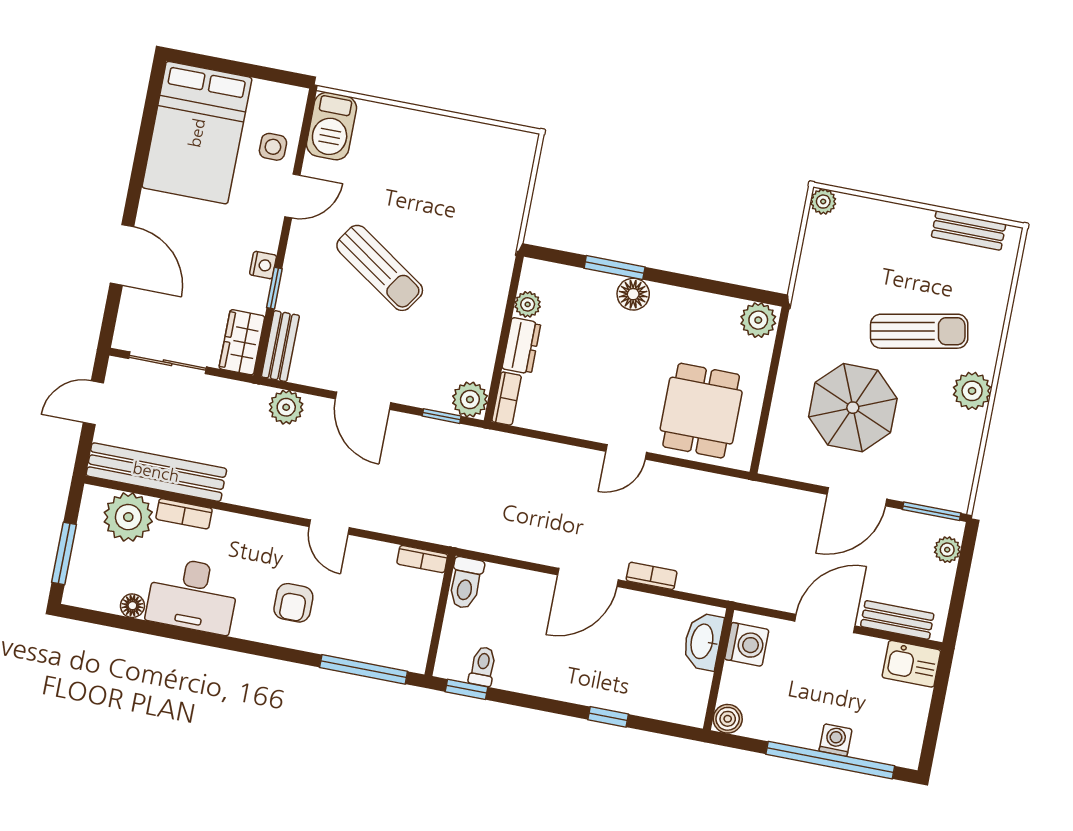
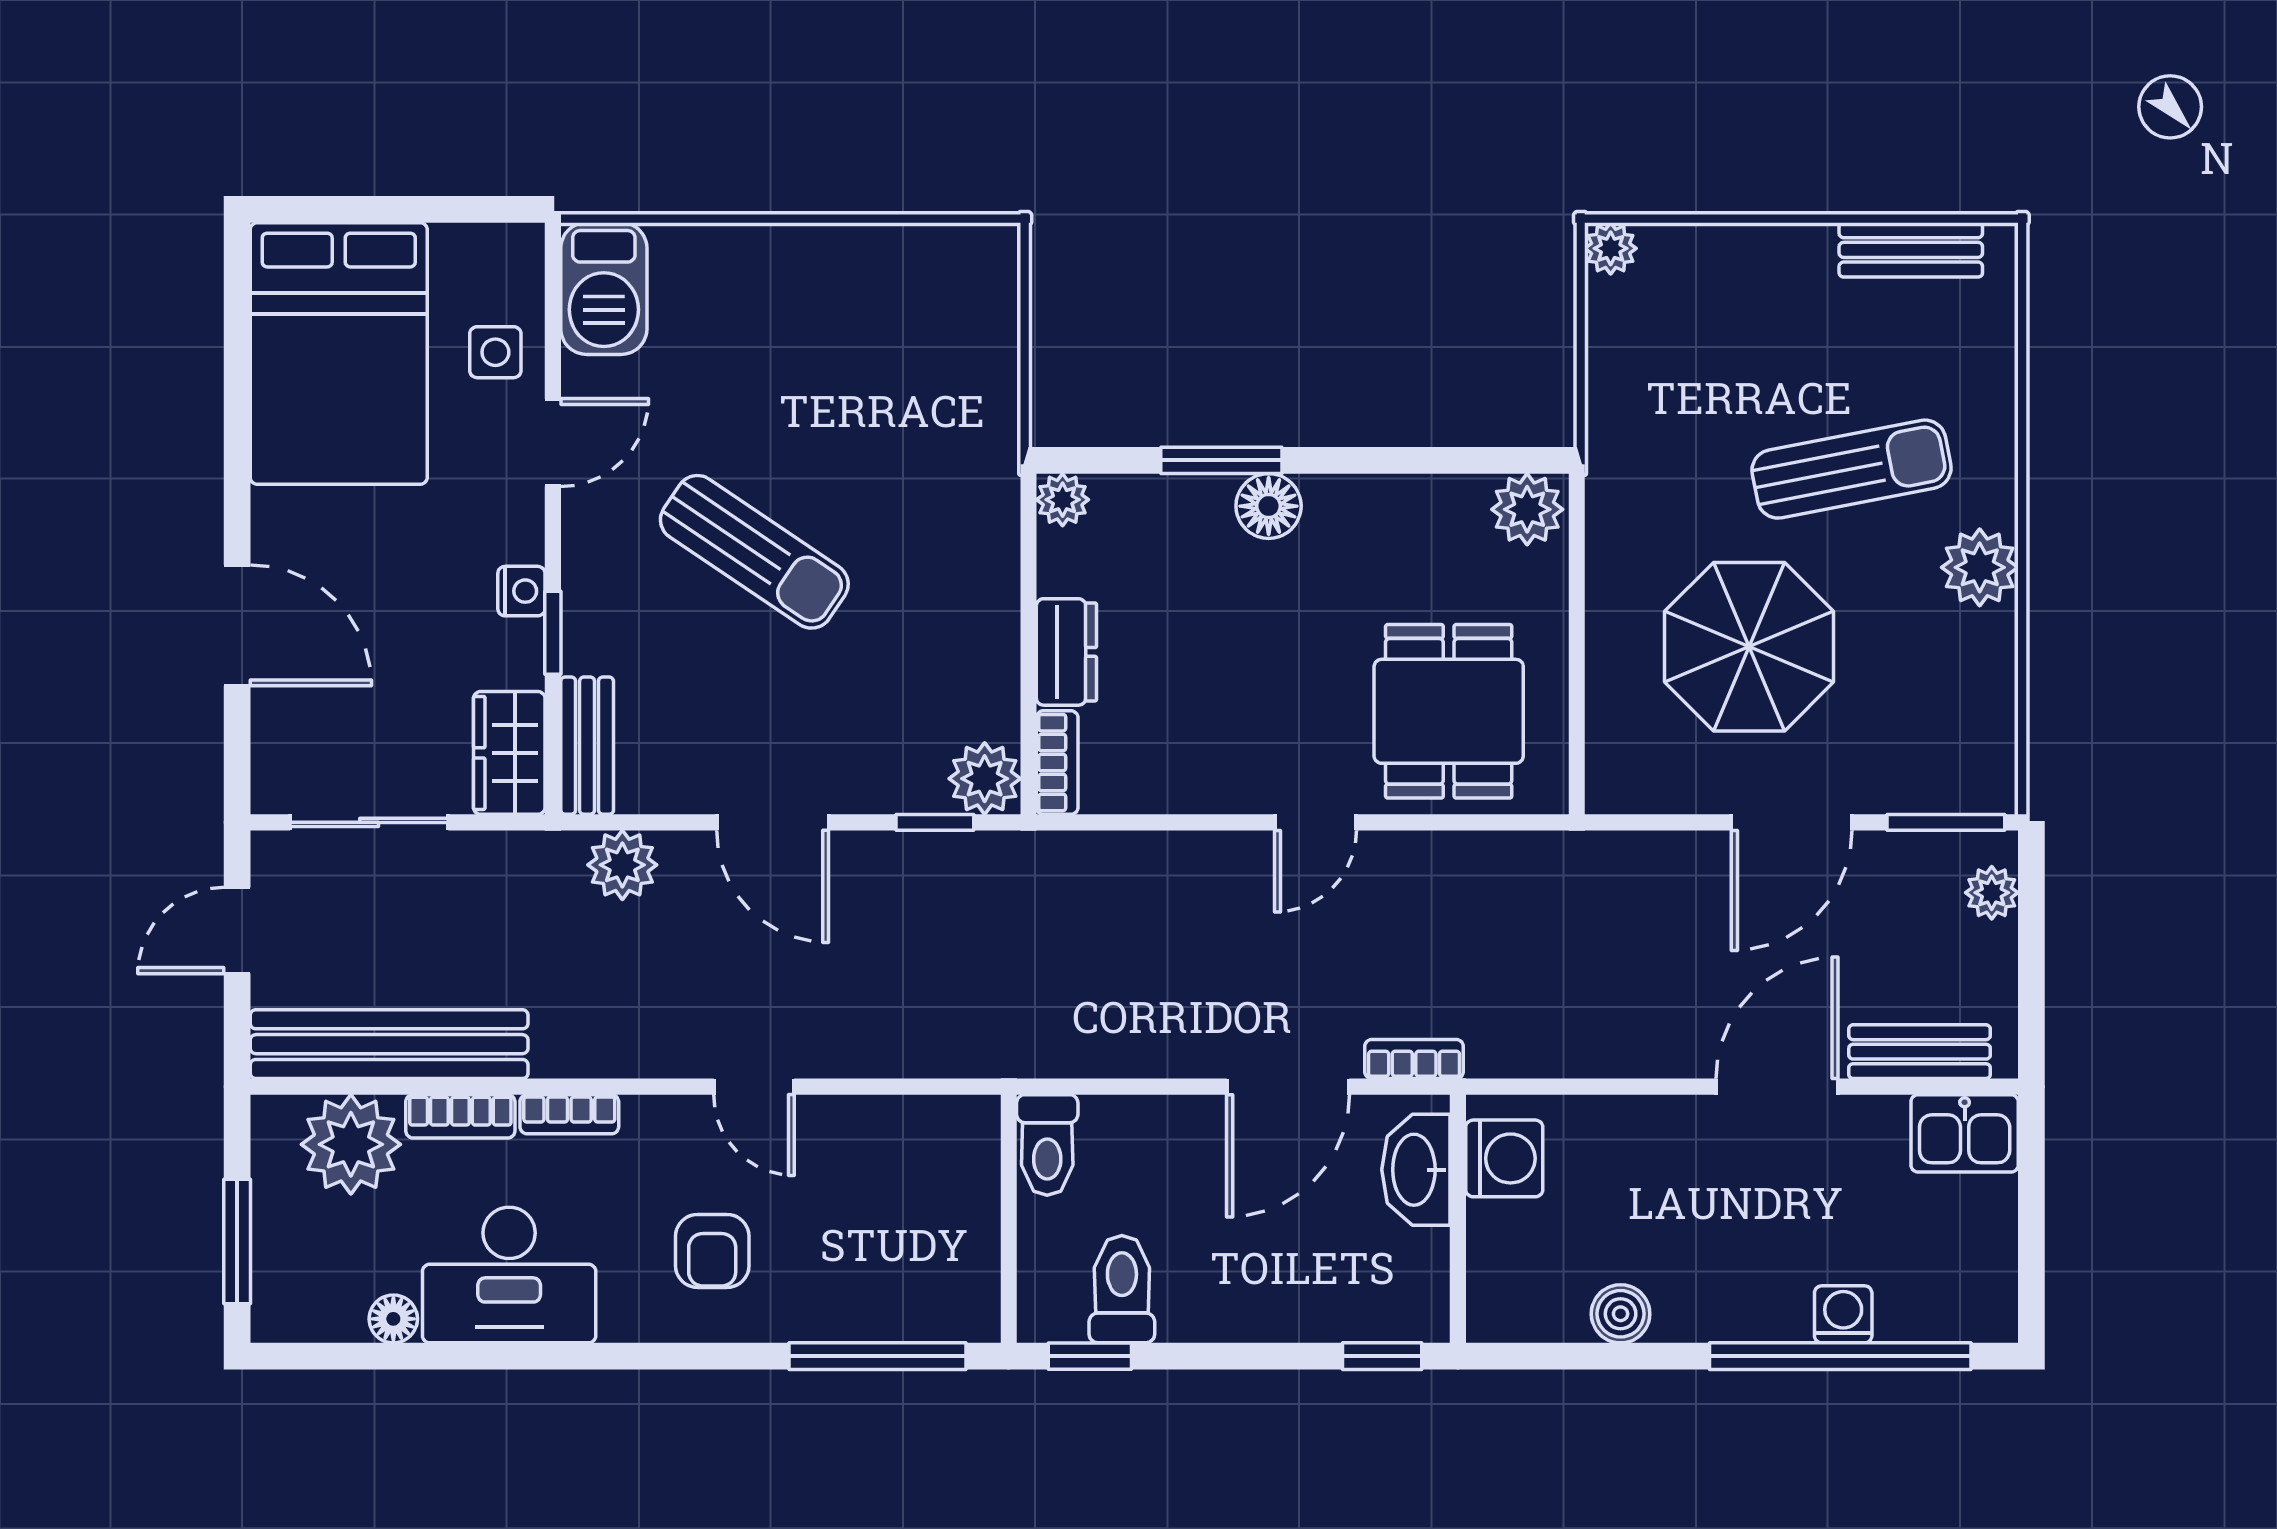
plant: (528, 304) -> (1063, 500), moved
bookcase: (422, 559) -> (569, 1114), moved
washbasin: (703, 642) -> (1416, 1170), moved
washing machine: (747, 644) -> (1504, 1158), moved
toilet: (483, 666) -> (1122, 1289), width x1.37, depth x1.39
wall: (719, 669) -> (1458, 1219), moved

